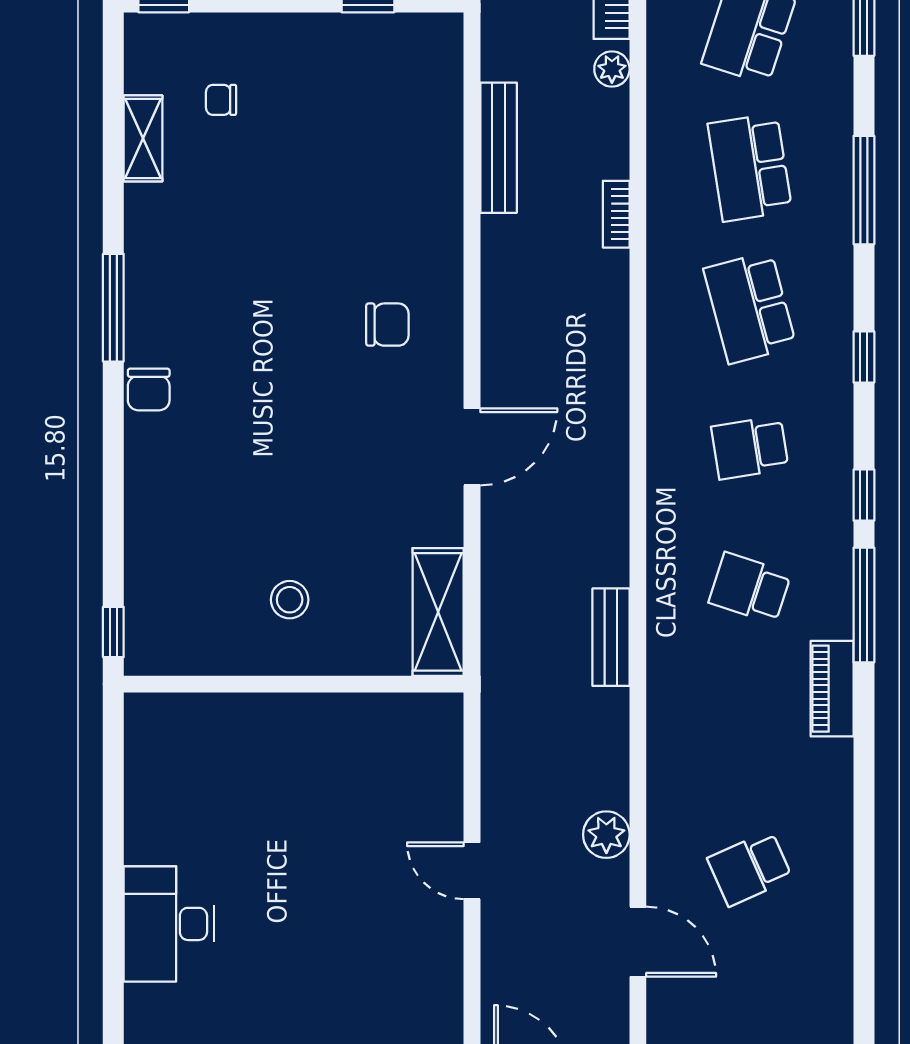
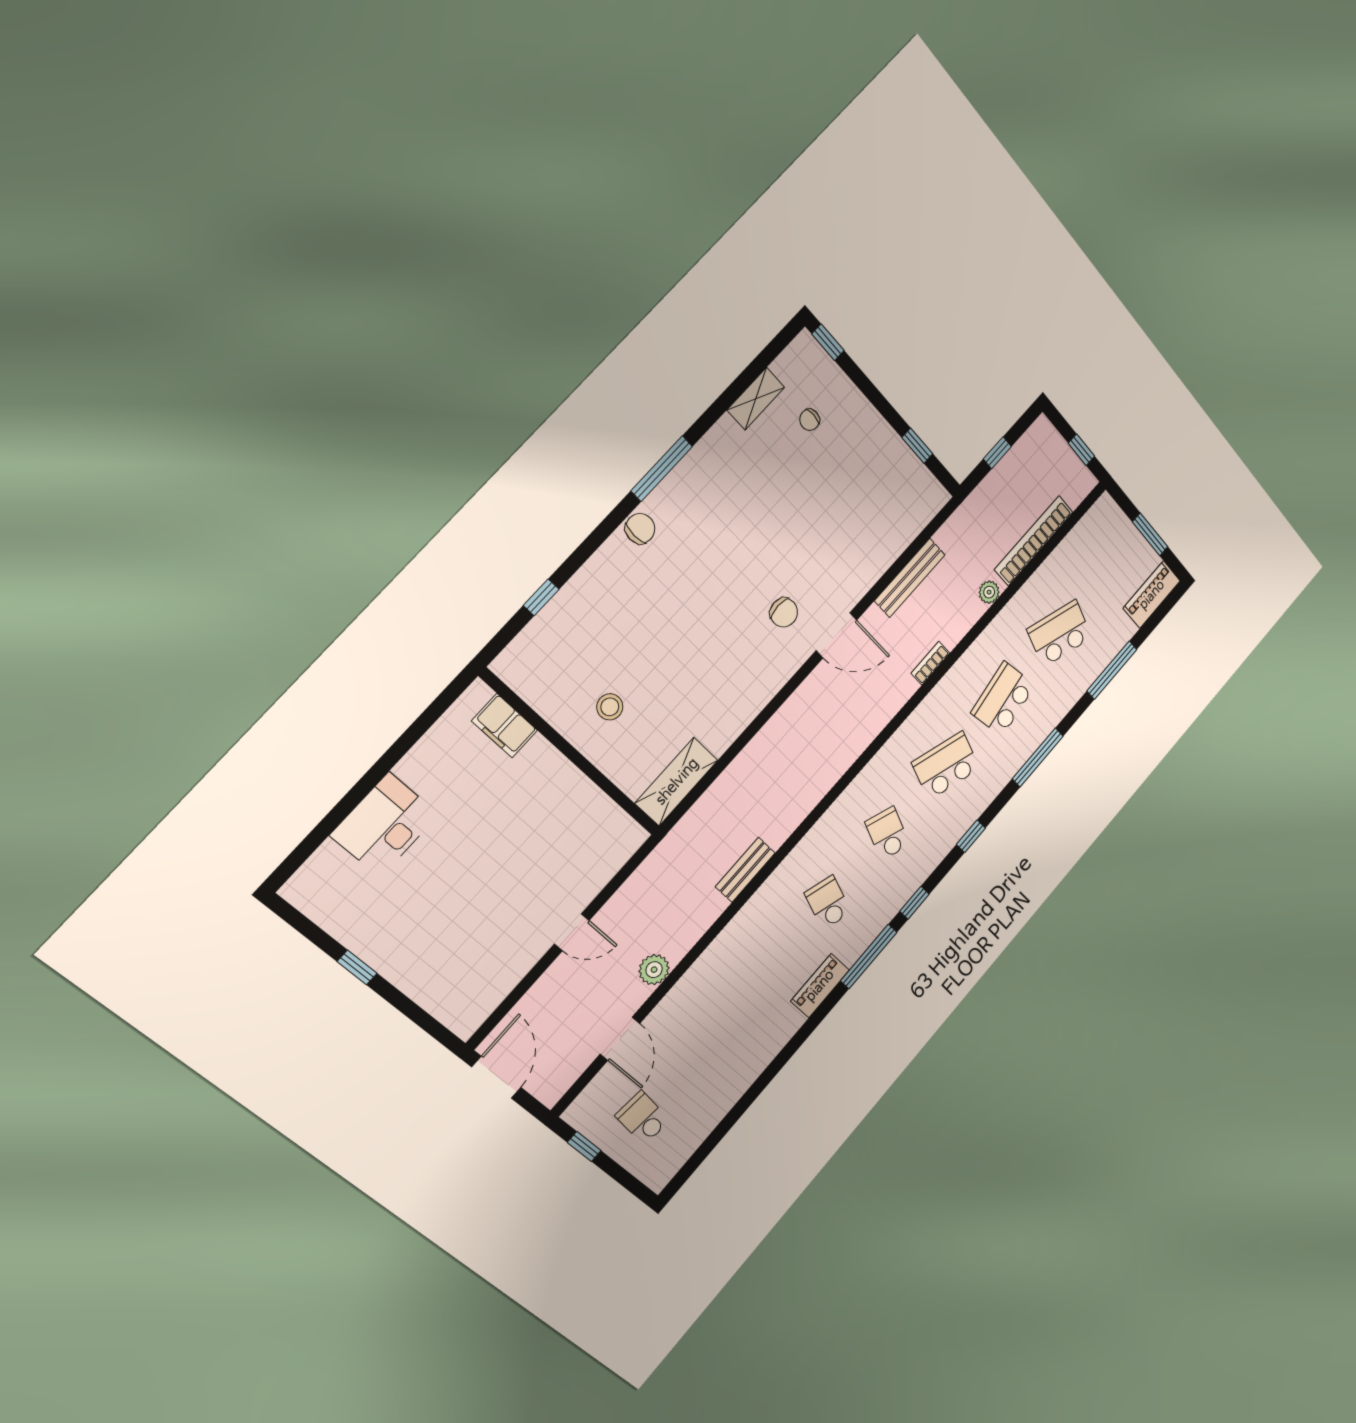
chair: (221, 100) -> (810, 420), turned -90
school desk: (750, 308) -> (946, 766), turned 33
chair: (149, 389) -> (640, 529), turned 180
door: (472, 447) -> (836, 635), moved
school desk: (750, 448) -> (887, 833), turned 30
window: (113, 632) -> (541, 597), moved
filing cabinet: (197, 718) -> (505, 726), added
school desk: (750, 868) -> (643, 1118), moved, turned 30
door: (472, 871) -> (572, 932), swing flipped

